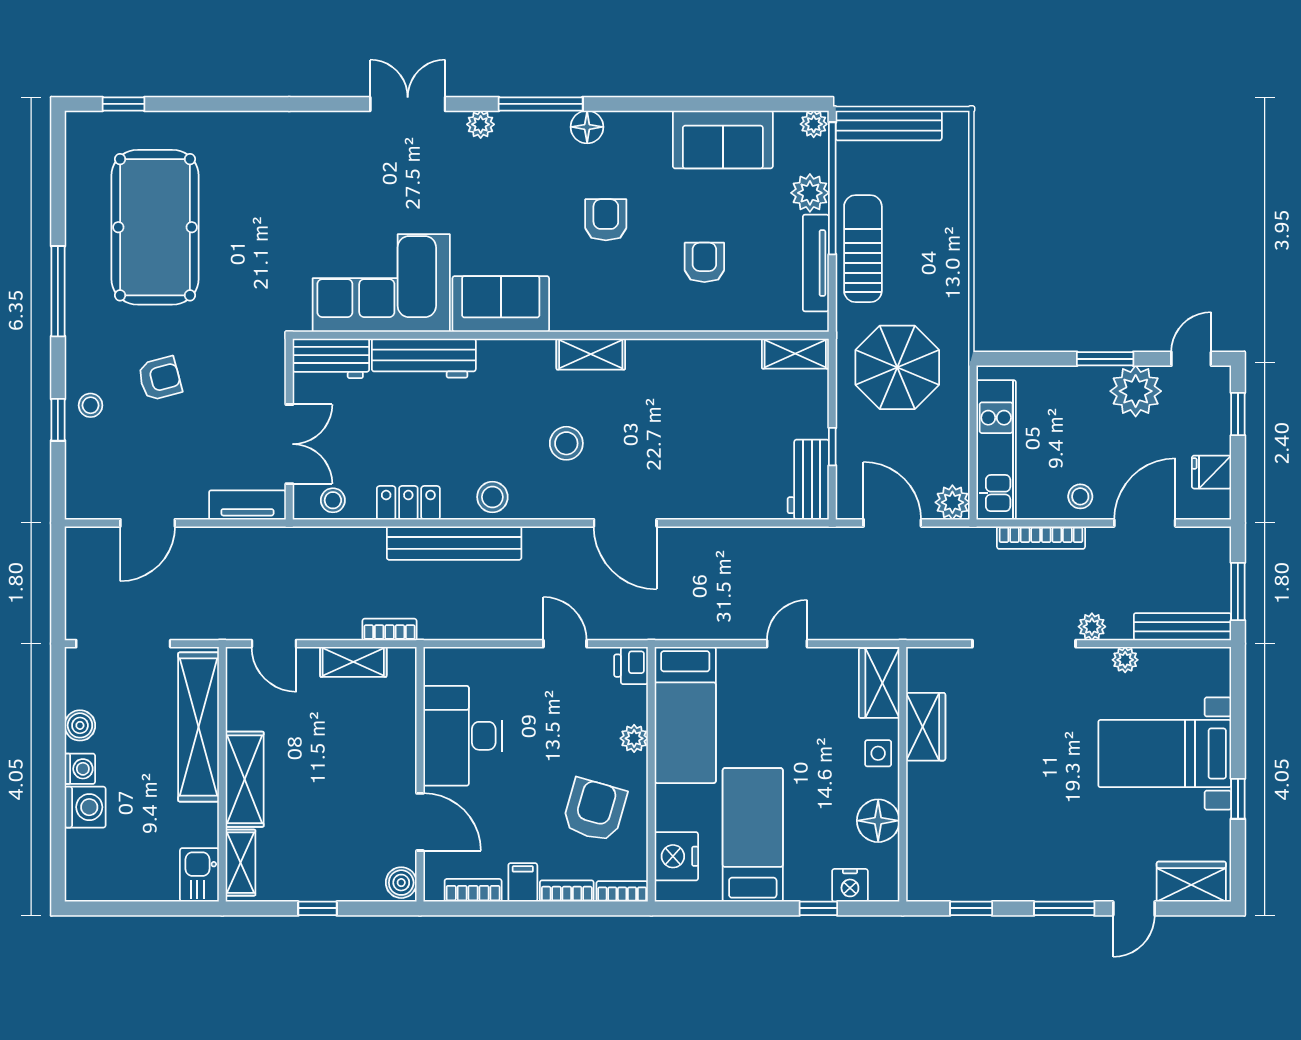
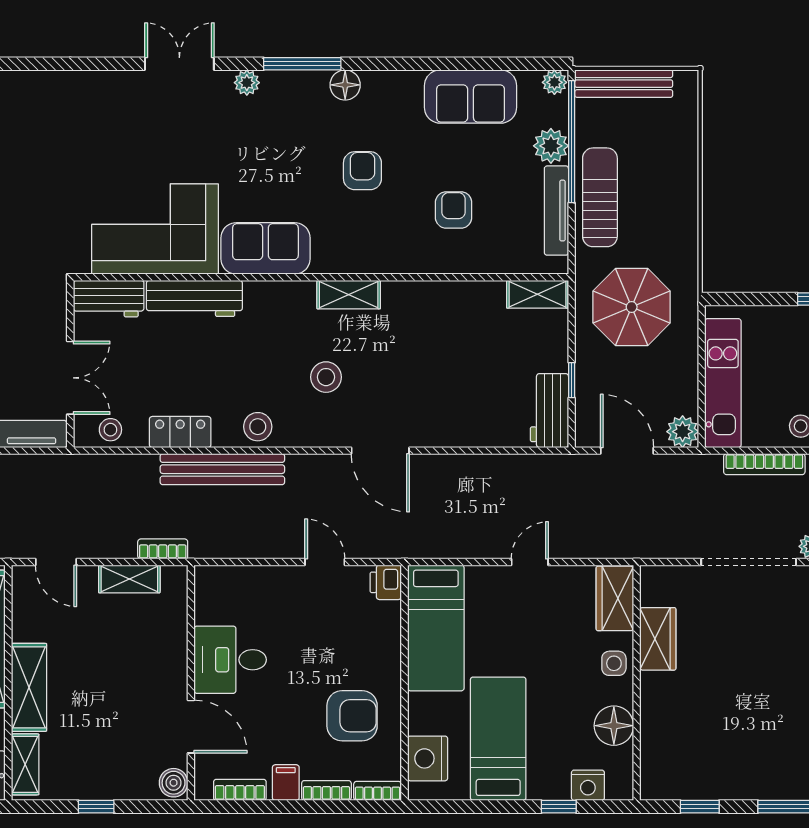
desk: (463, 736) -> (230, 660), width x0.73
plant: (634, 738) -> (389, 650), removed
armchair: (595, 810) -> (352, 716), turned 74

